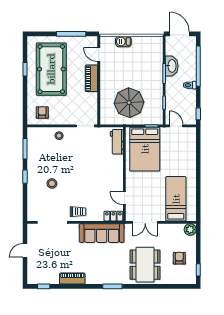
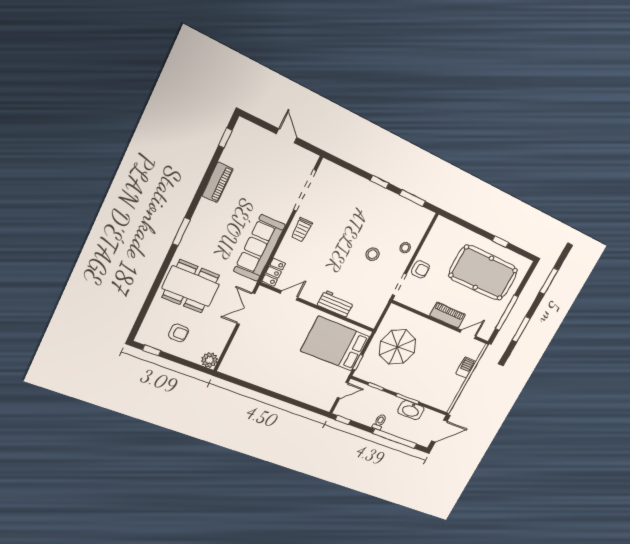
armchair: (42, 112) -> (420, 269), moved
workbench: (117, 142) -> (336, 304), moved
stool: (52, 183) -> (373, 254), moved
bed: (176, 199) -> (257, 357), removed

